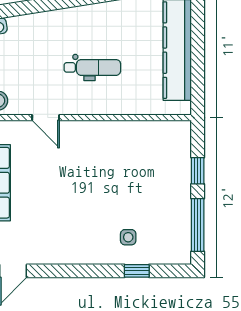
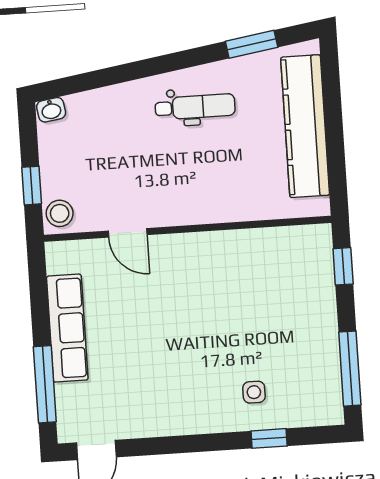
dental chair: (92, 67) -> (195, 107), moved
window: (198, 171) -> (343, 266), moved

